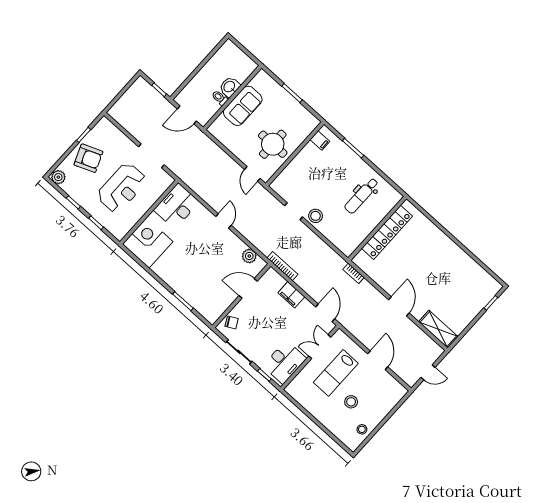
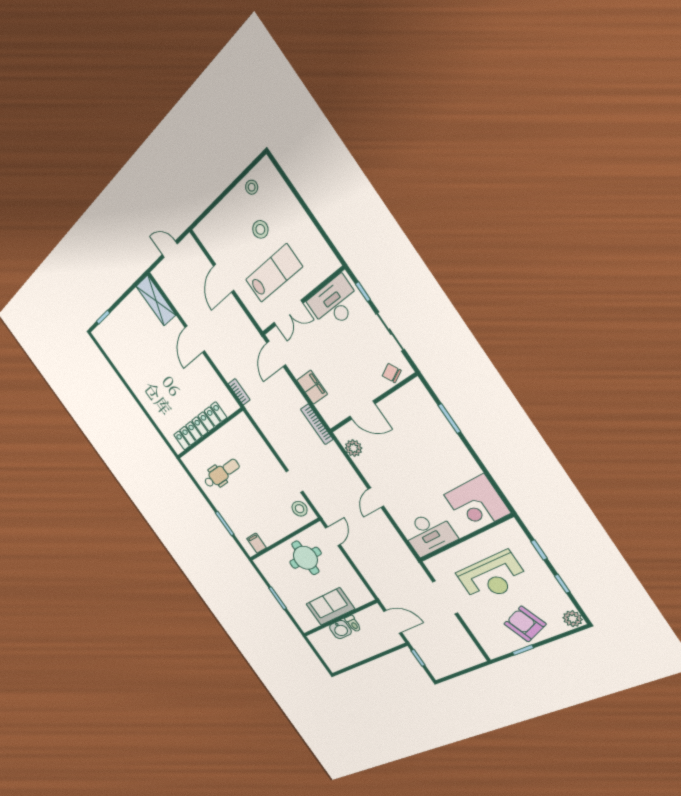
reception desk: (122, 188) -> (492, 577), turned 180
stool: (315, 216) -> (300, 509), moved

